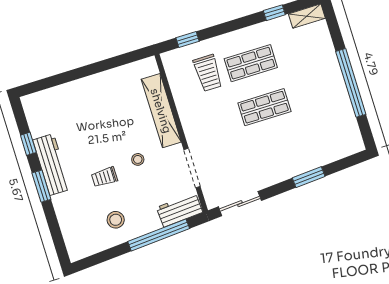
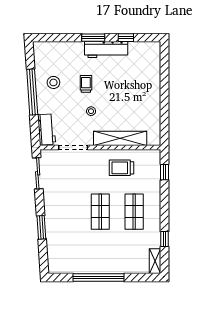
trolley: (208, 73) -> (121, 168), moved
window: (159, 235) -> (32, 92), moved

